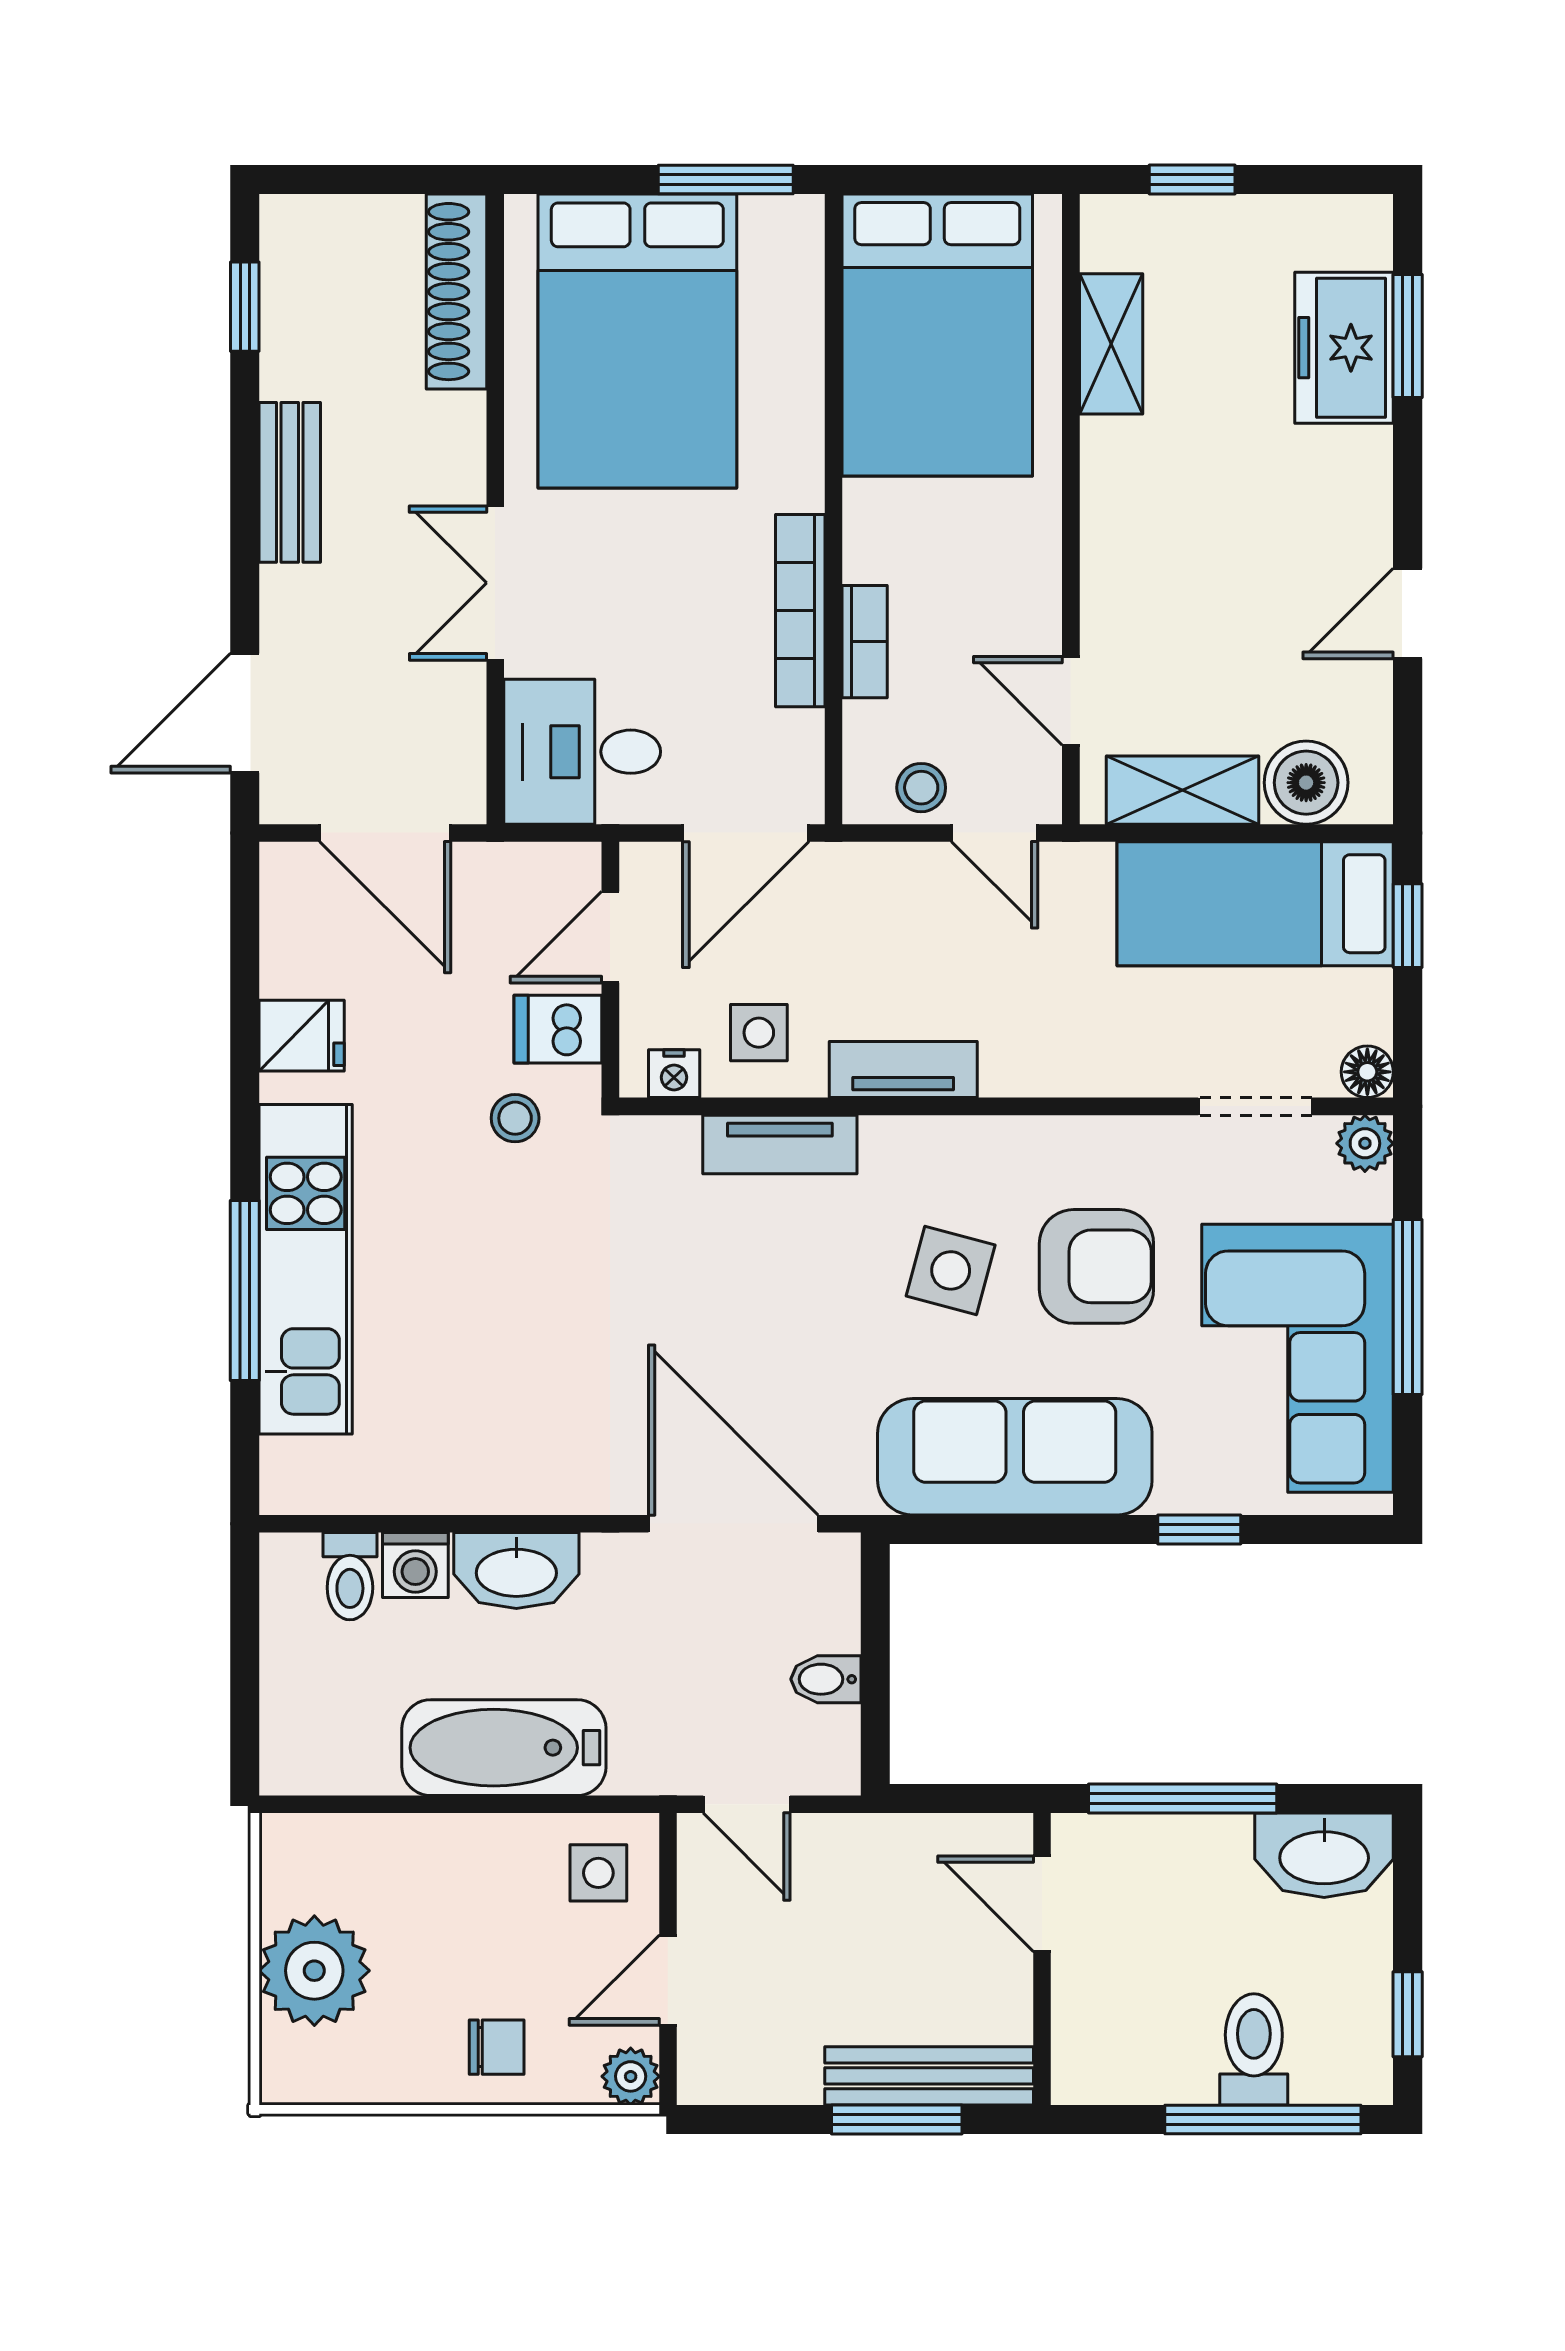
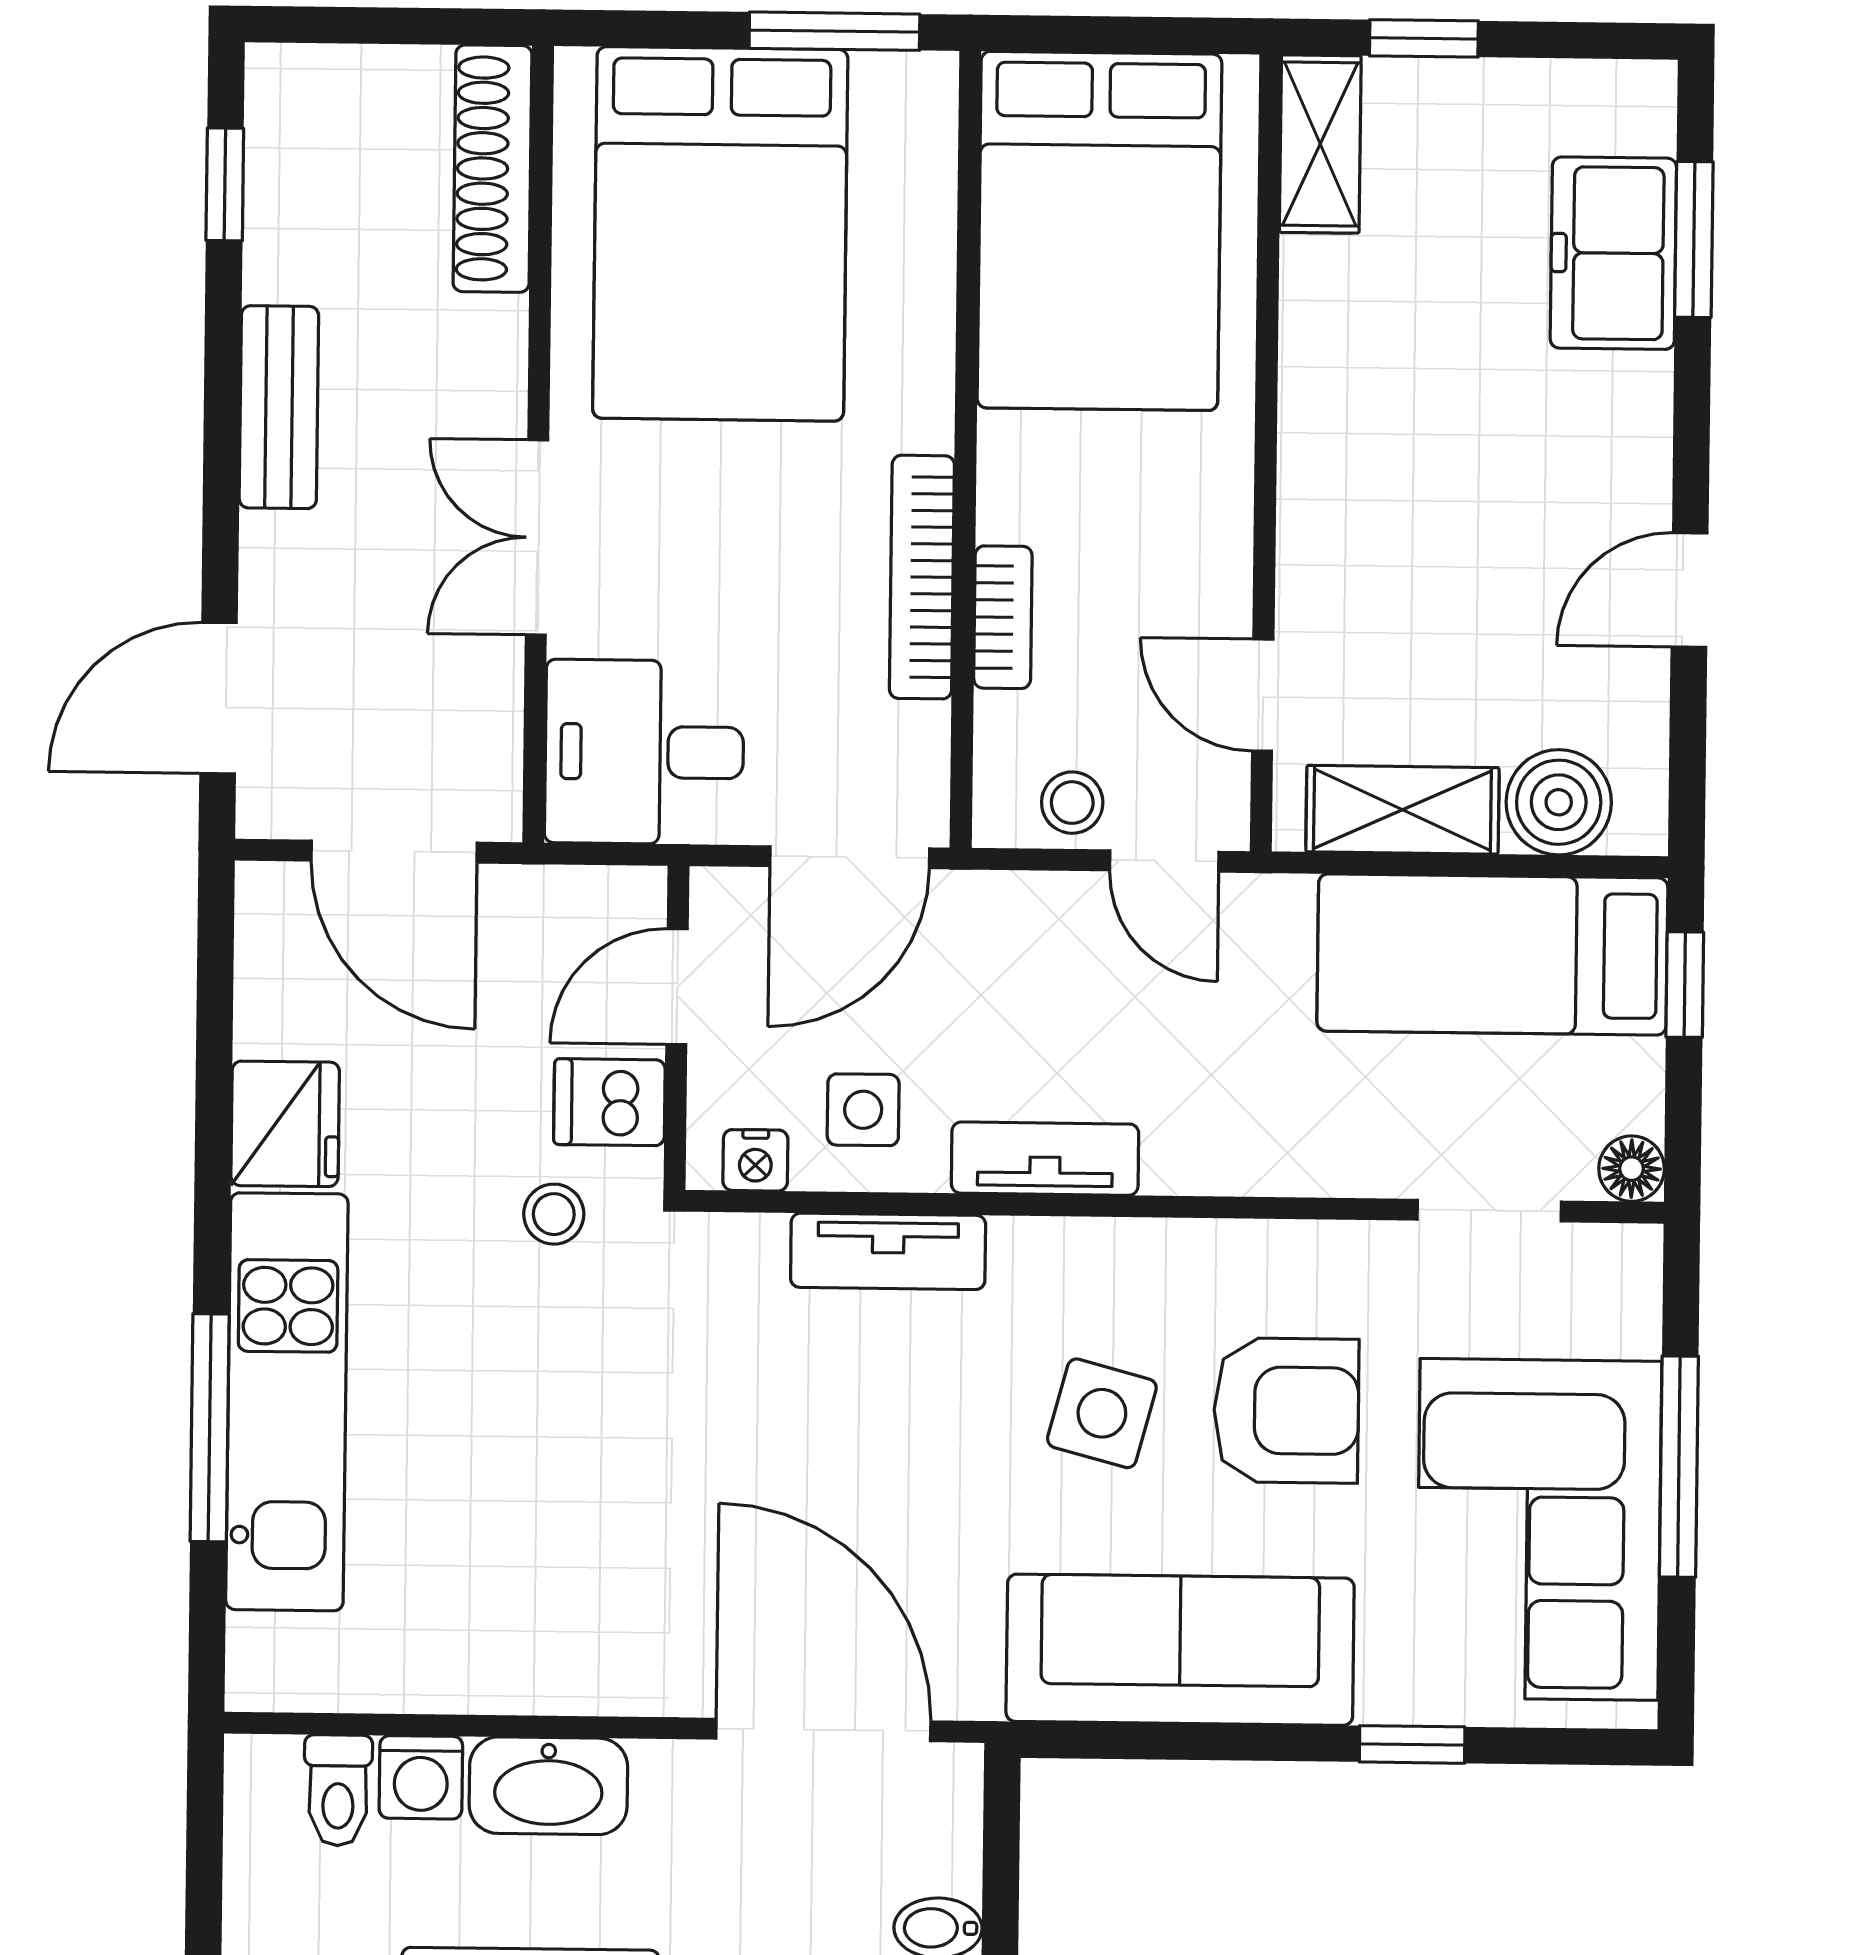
shelving: (1111, 344) -> (1320, 144), moved
fridge: (302, 1036) -> (285, 1124), width x1.38
plant: (1365, 1143) -> (1628, 1259), removed

